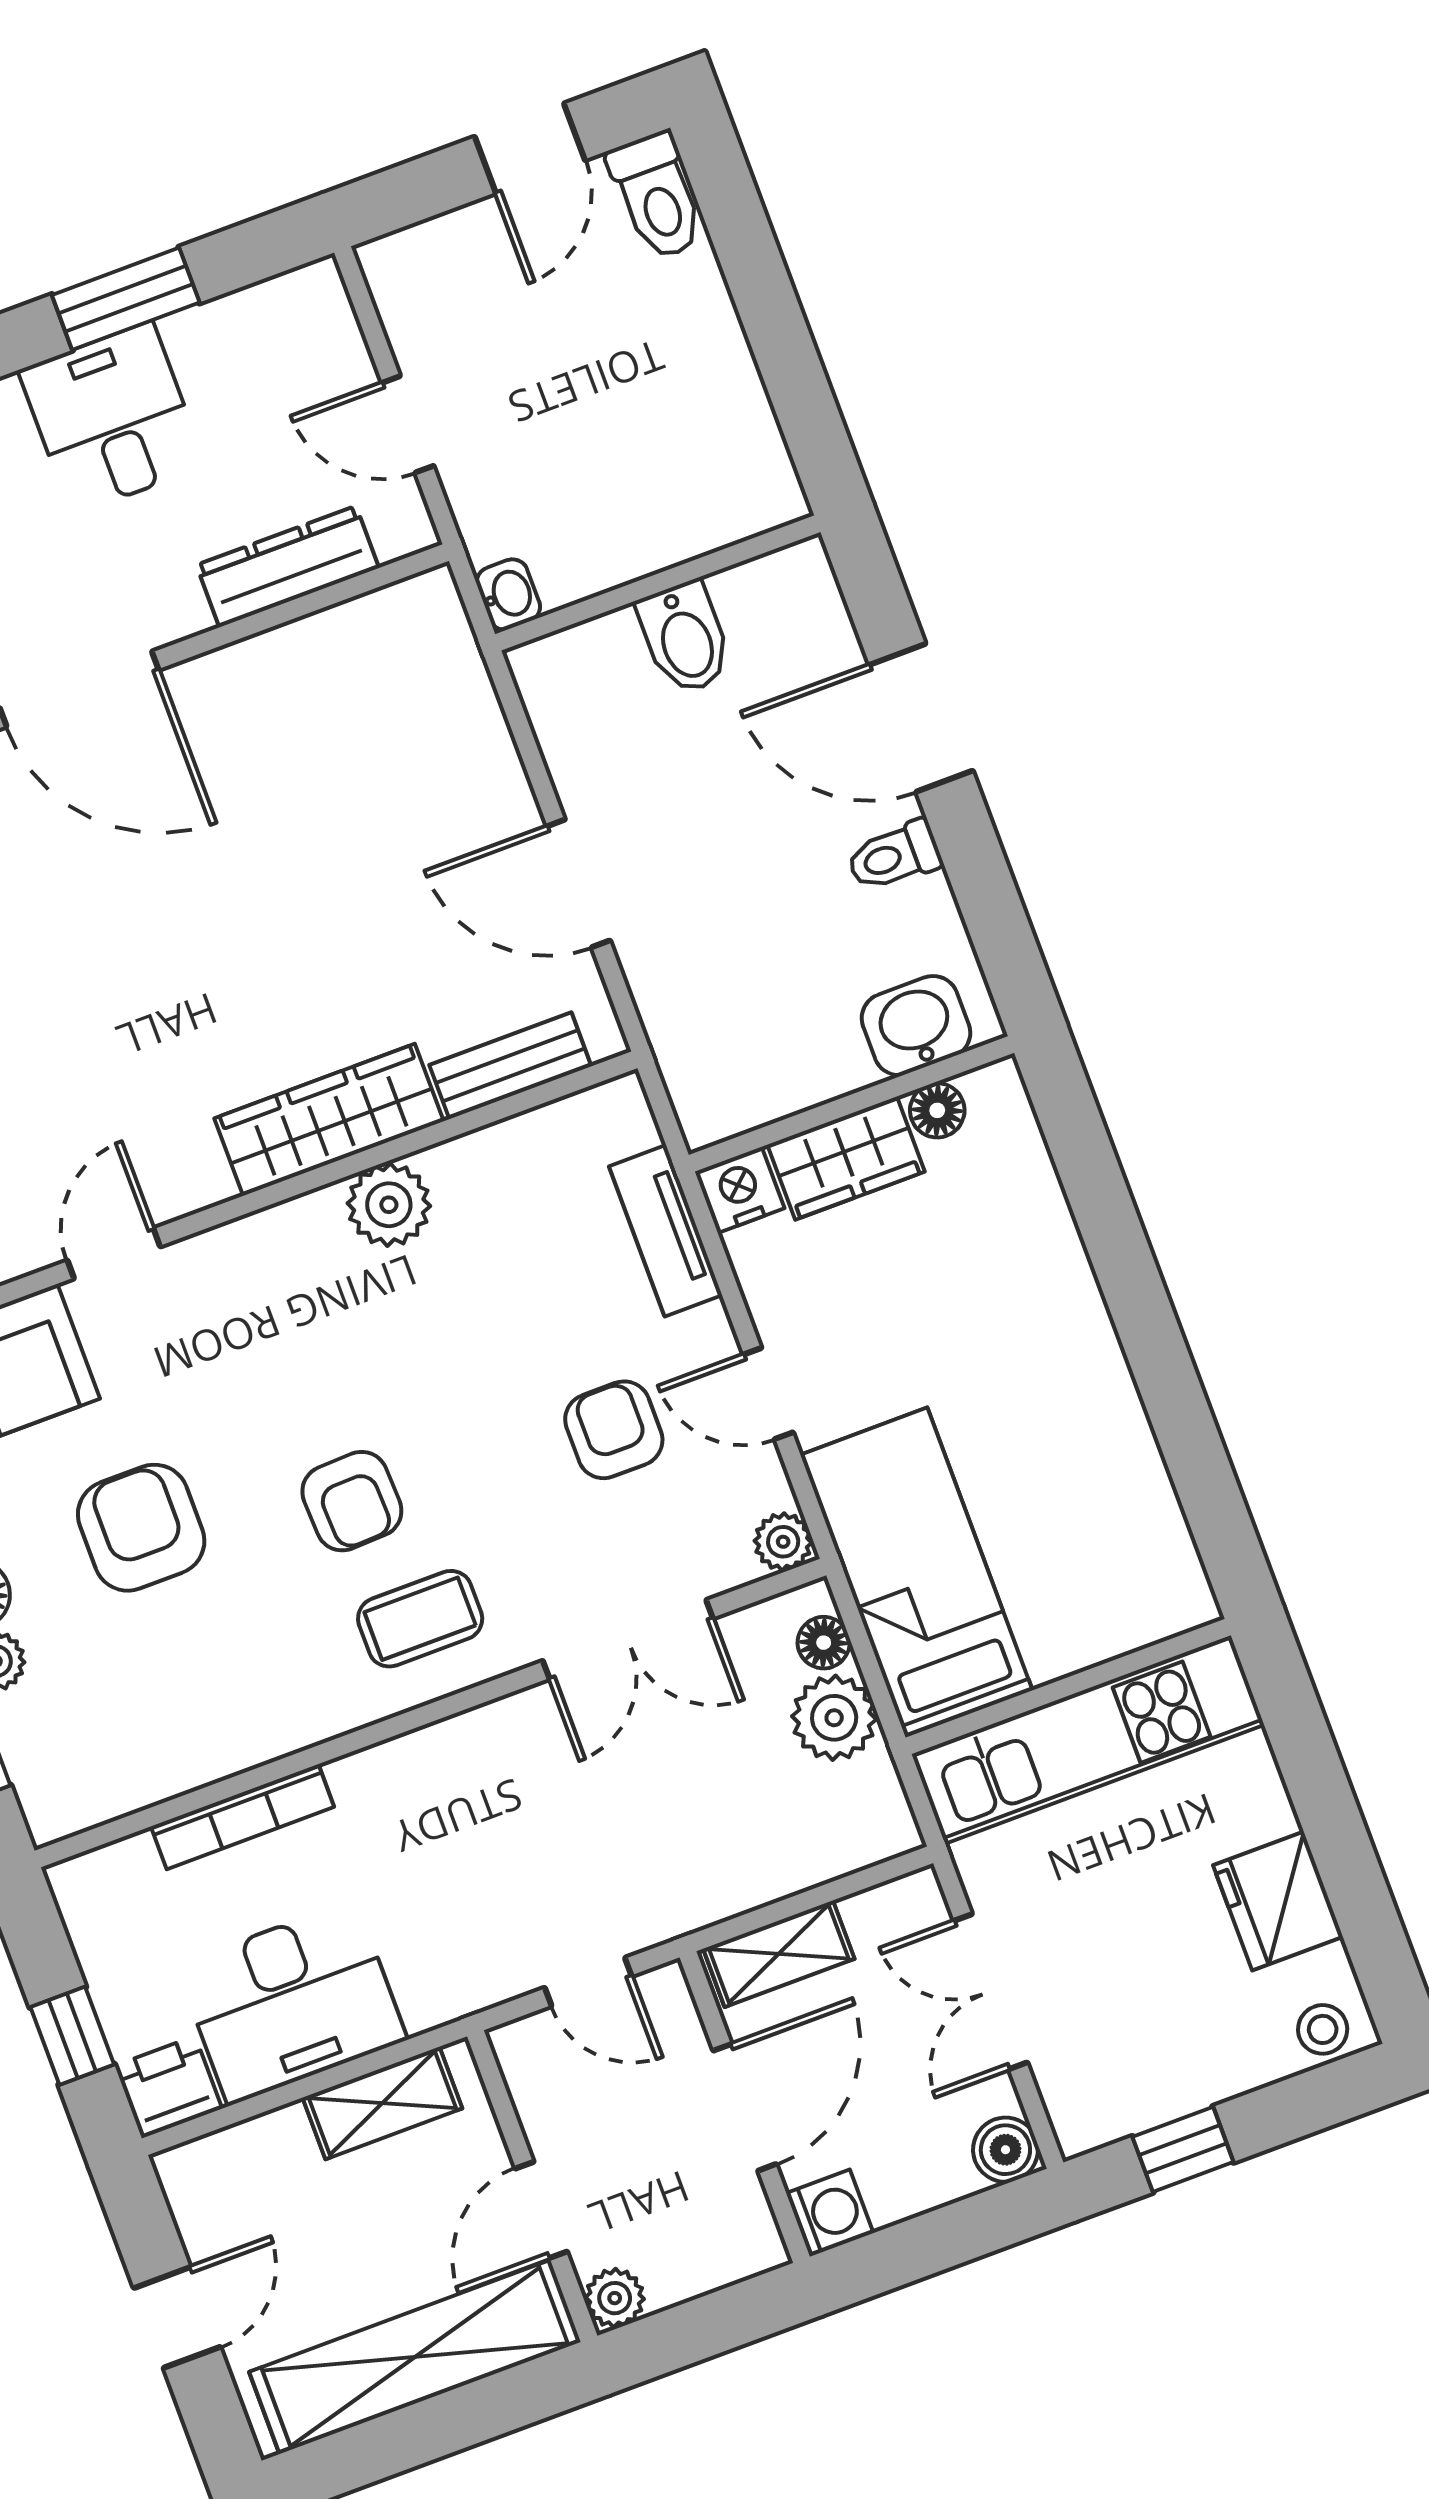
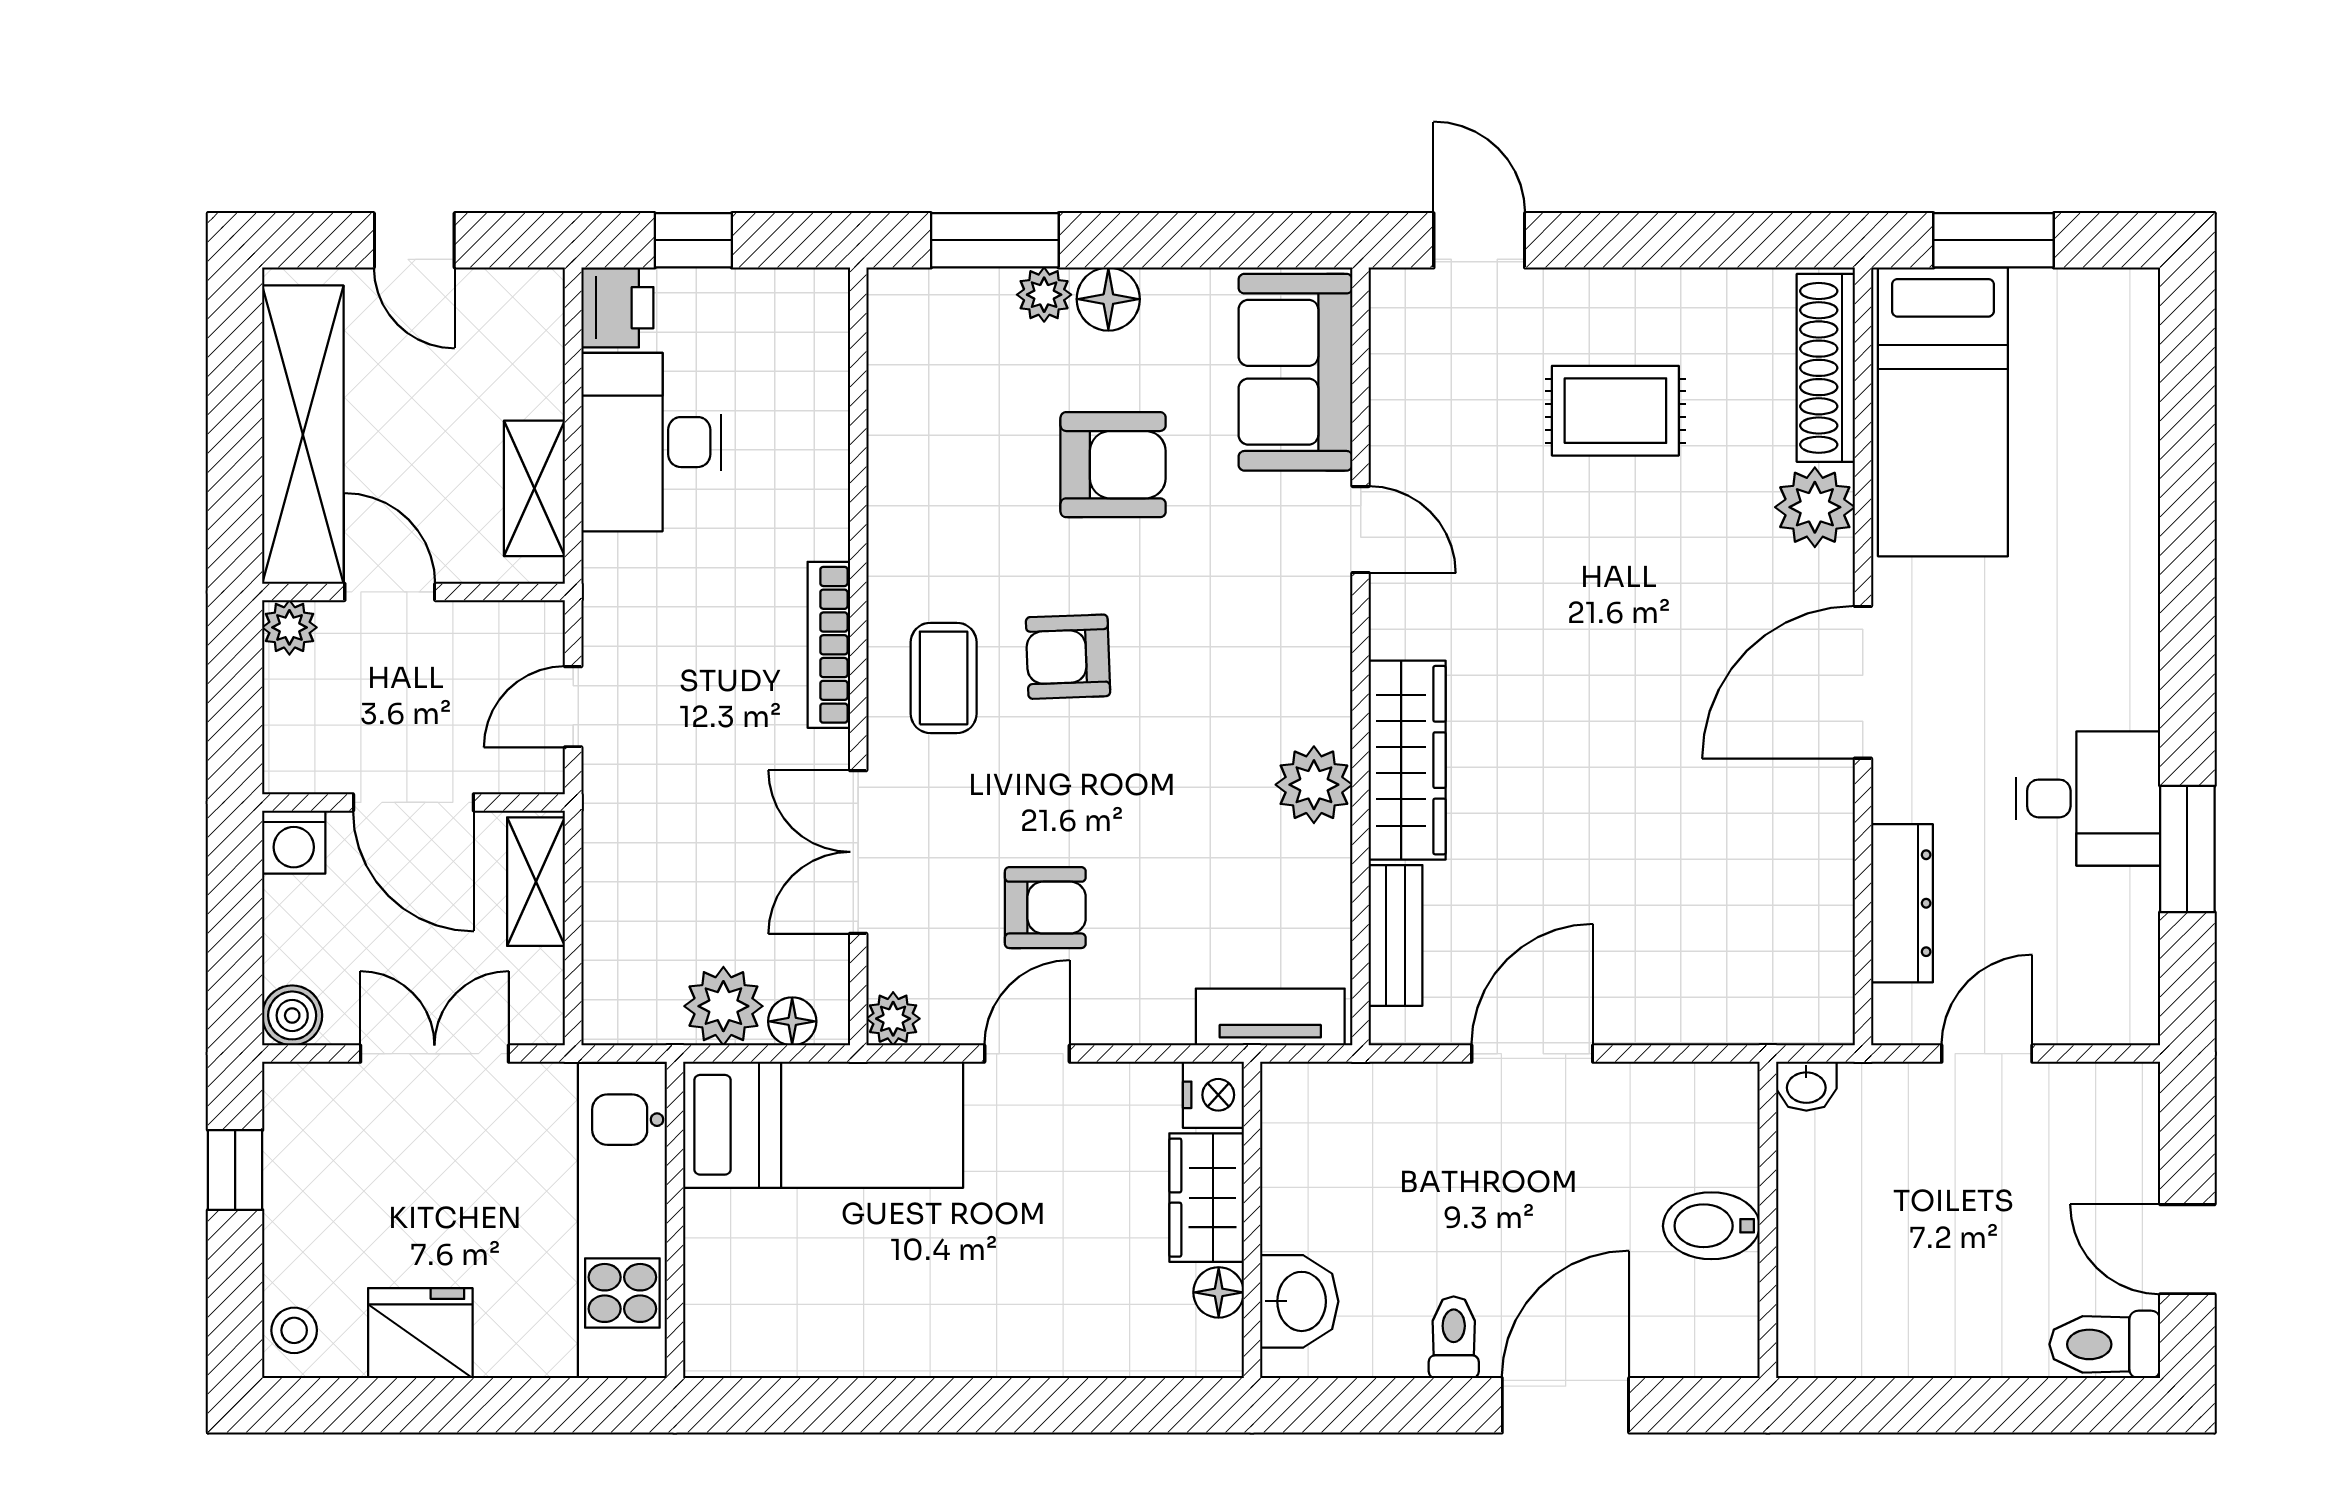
tv unit: (665, 1231) -> (1270, 1017), moved
bookcase: (242, 1817) -> (829, 645), moved

